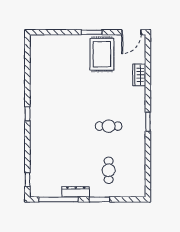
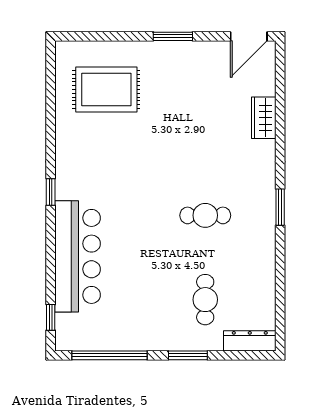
rug: (102, 54) -> (106, 89), moved, turned 90
bar counter: (42, 148) -> (77, 256), added
dresser: (76, 192) -> (250, 341), moved

